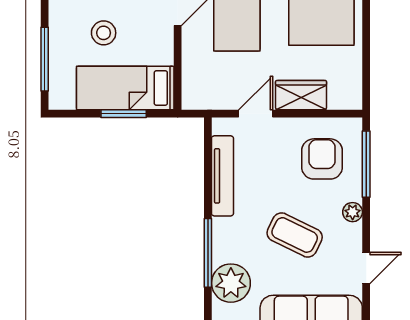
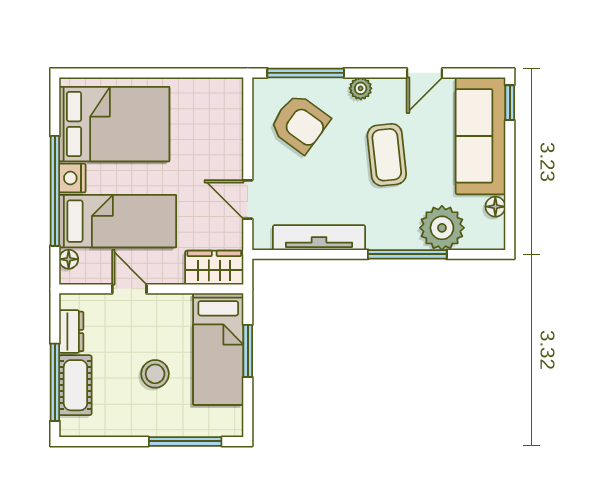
wardrobe: (301, 95) -> (214, 268), moved, turned 90
armchair: (322, 159) -> (300, 123), turned -144
coffee table: (295, 235) -> (387, 155), turned -32
door: (366, 268) -> (425, 73), swing flipped

